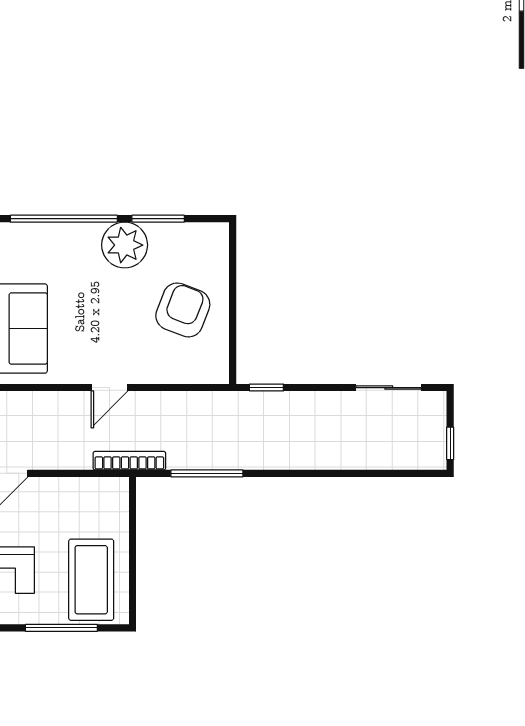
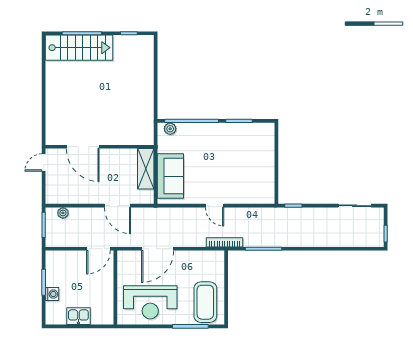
plant: (125, 245) -> (170, 129), moved, width x0.53, depth x0.53
armchair: (183, 310) -> (251, 167), removed
door: (110, 388) -> (215, 206), hinge flipped

